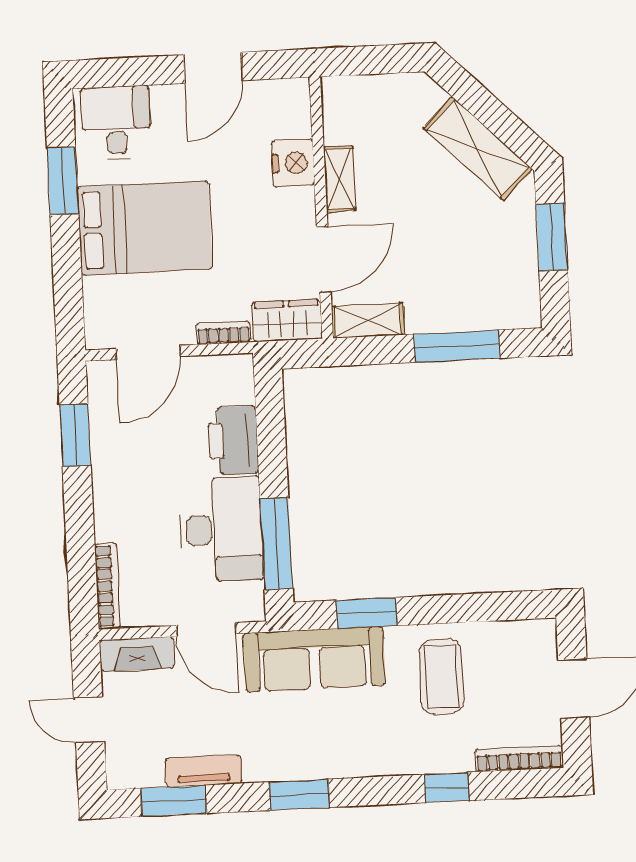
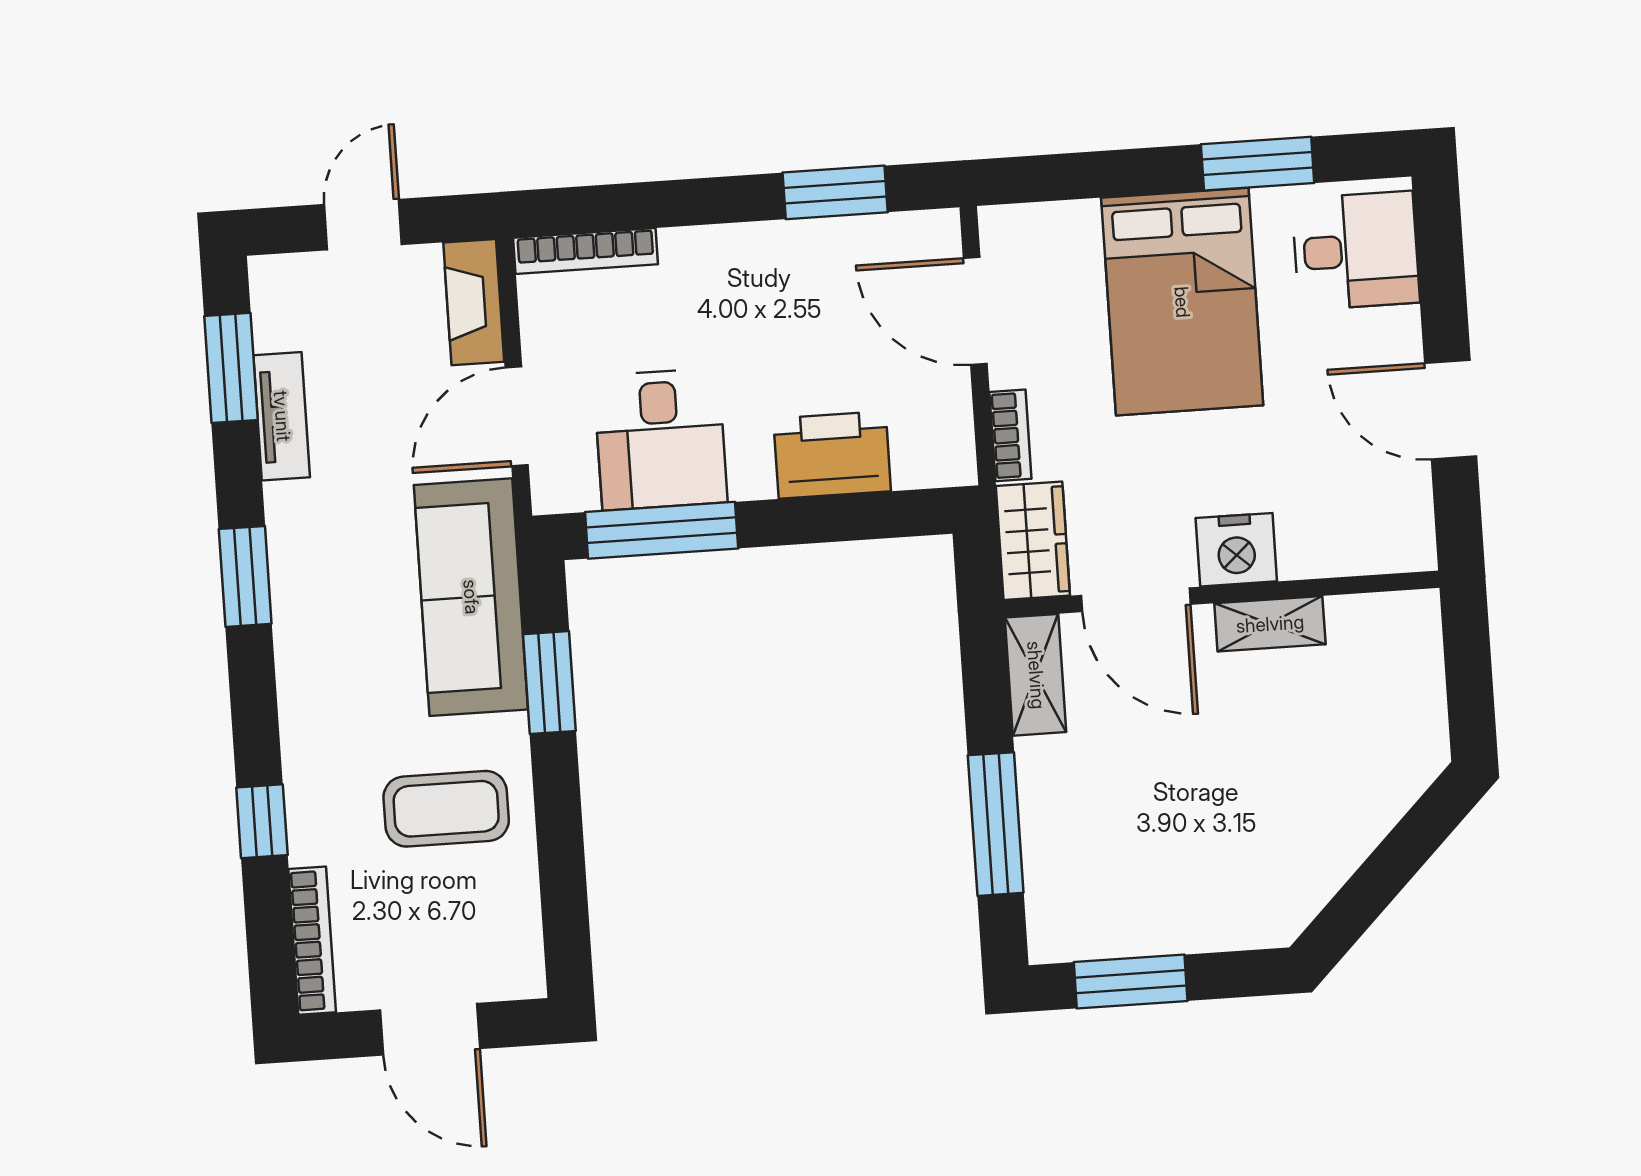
shelving: (478, 149) -> (1325, 852), removed
nightstand: (293, 163) -> (1236, 550), moved
window: (552, 237) -> (1131, 981), moved
desk: (221, 529) -> (660, 439), width x0.73

